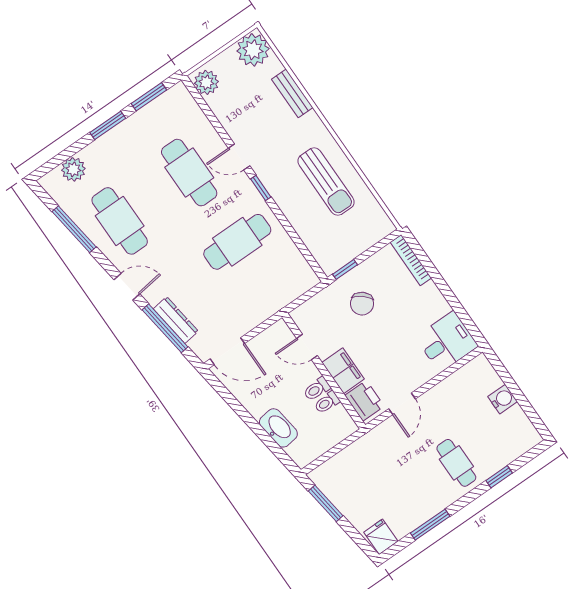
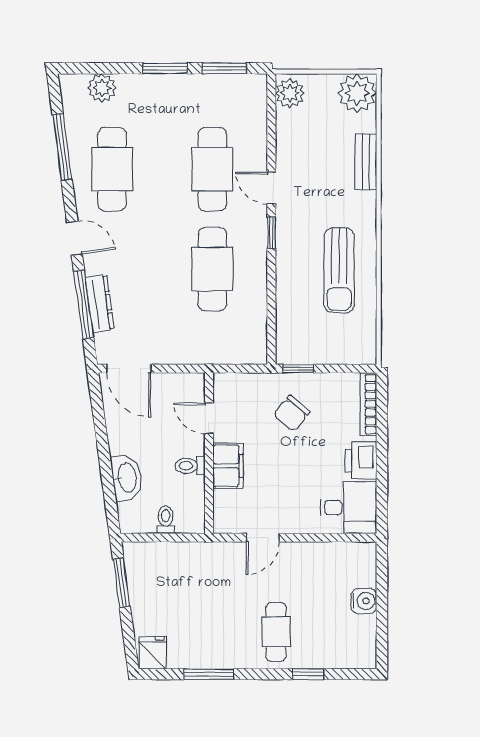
cafe table: (237, 242) -> (212, 269), turned 90
printer: (365, 401) -> (361, 460), moved, turned 180
toilet: (327, 402) -> (166, 520), moved, turned 90

